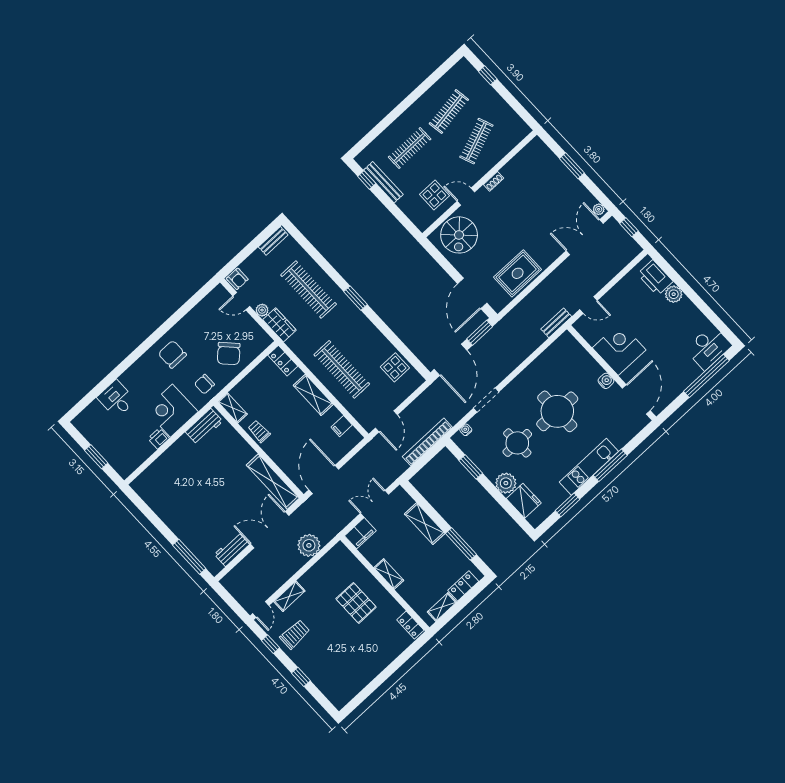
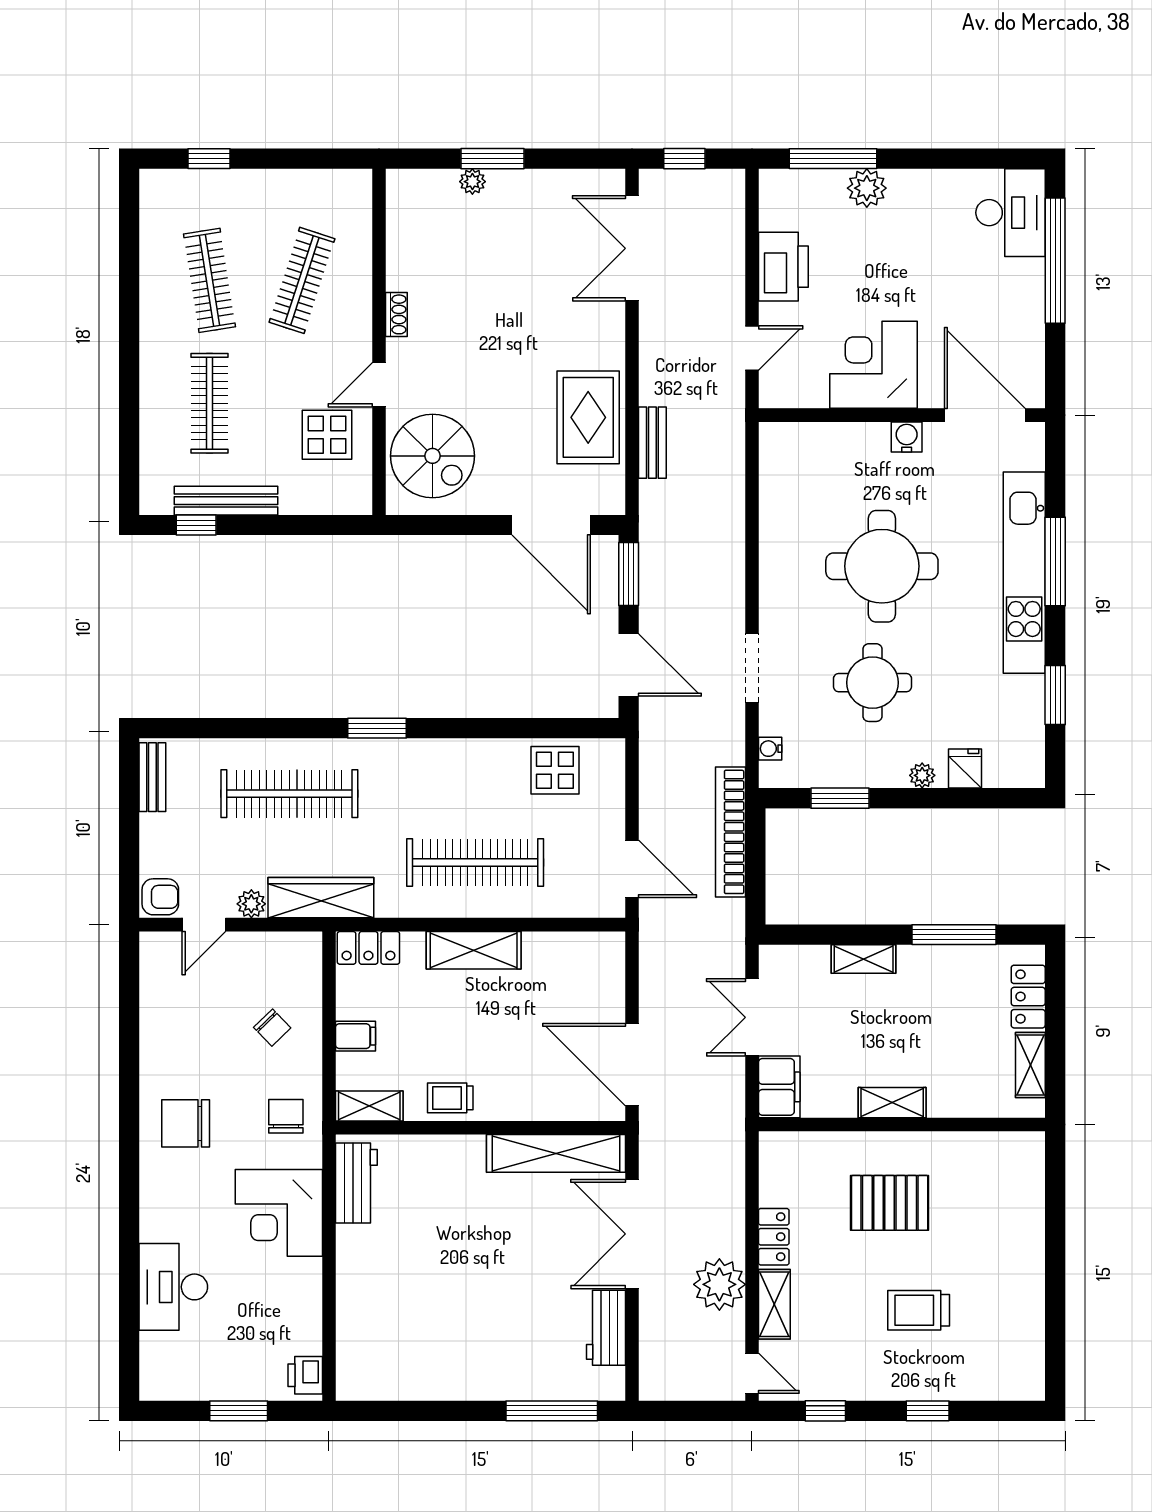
clothes rail: (476, 141) -> (302, 280), turned 39
plant: (599, 209) -> (472, 182), moved
window: (673, 275) -> (833, 159), added
printer: (655, 278) -> (783, 267), moved, turned -90
bench: (556, 323) -> (652, 443), moved
wardrobe: (279, 325) -> (321, 898), width x1.50
chair: (229, 354) -> (272, 1028), width x0.54, depth x0.54
door: (450, 360) -> (629, 665), width x0.73
chair: (204, 384) -> (286, 1116), turned 180
desk: (116, 399) -> (173, 1287), width x1.37
filing cabinet: (342, 426) -> (356, 1036), moved, turned -90
printer: (158, 438) -> (305, 1375), moved
kitchen unit: (589, 467) -> (1024, 573), width x1.36
plant: (506, 483) -> (922, 775), width x0.53, depth x0.53
fridge: (524, 501) -> (965, 769), width x0.53, depth x0.75
shelving: (425, 524) -> (864, 959), width x0.67, depth x0.75
plant: (309, 545) -> (719, 1284), moved
locker: (410, 625) -> (774, 1237), moved, turned -90
trolley: (295, 634) -> (919, 1310), moved, turned -90

